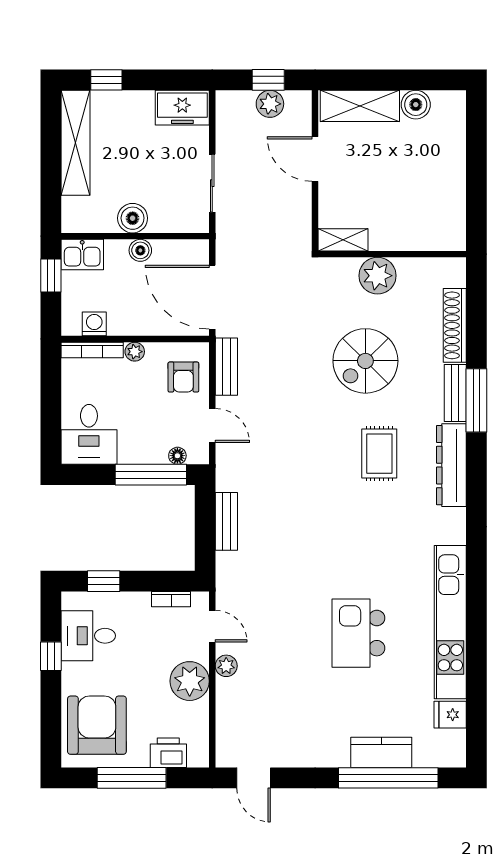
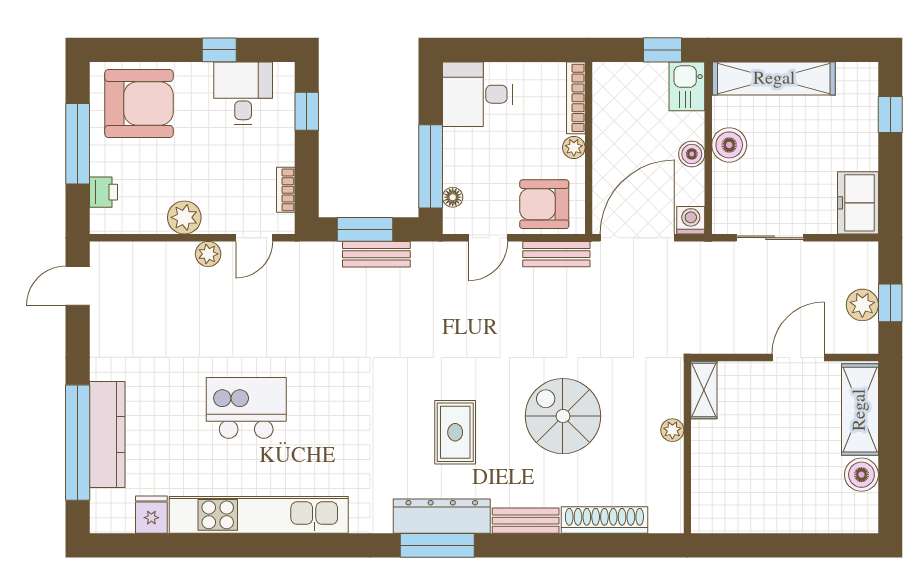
shelving: (75, 143) -> (774, 79), moved
plant: (377, 276) -> (672, 430), width x0.53, depth x0.53
washing machine: (94, 324) -> (691, 220), moved, turned -90
armchair: (183, 377) -> (544, 204), width x1.38, depth x1.38
window: (476, 400) -> (437, 545), moved
rug: (379, 454) -> (455, 432), turned 90
window: (205, 531) -> (365, 229), added
plant: (190, 681) -> (184, 217), width x0.73, depth x0.73
kitchen counter: (381, 752) -> (107, 435), width x1.50
printer: (168, 753) -> (104, 192), width x0.73, depth x0.81

